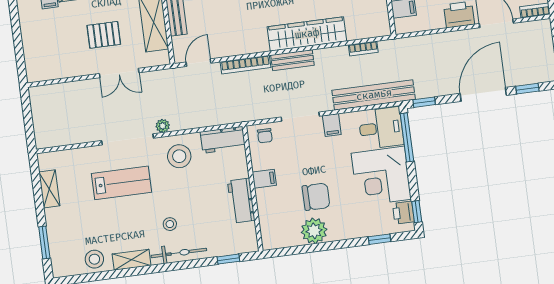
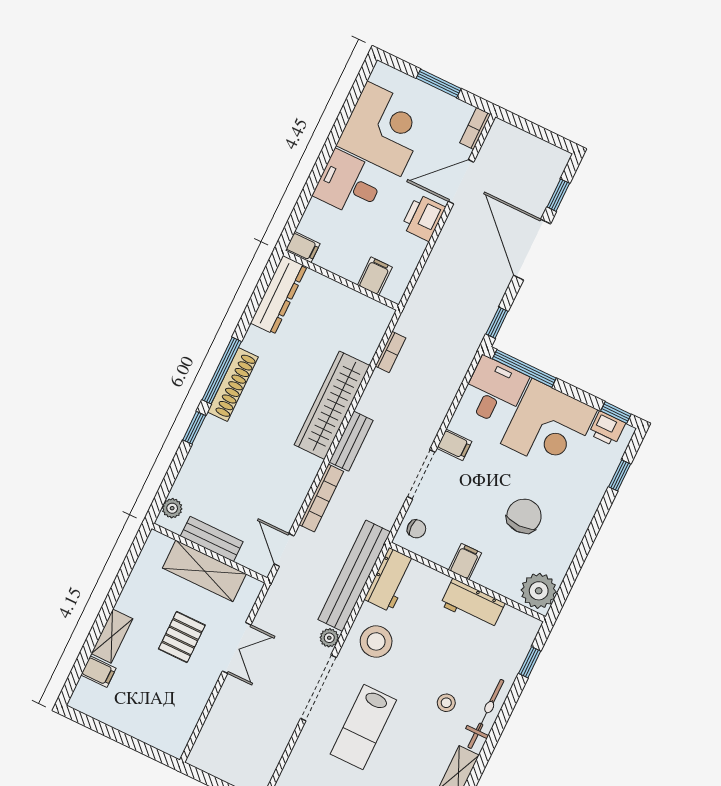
bench: (374, 95) -> (354, 576), moved
lab bench: (122, 183) -> (363, 727), turned 180
plant: (314, 231) -> (539, 591), moved

